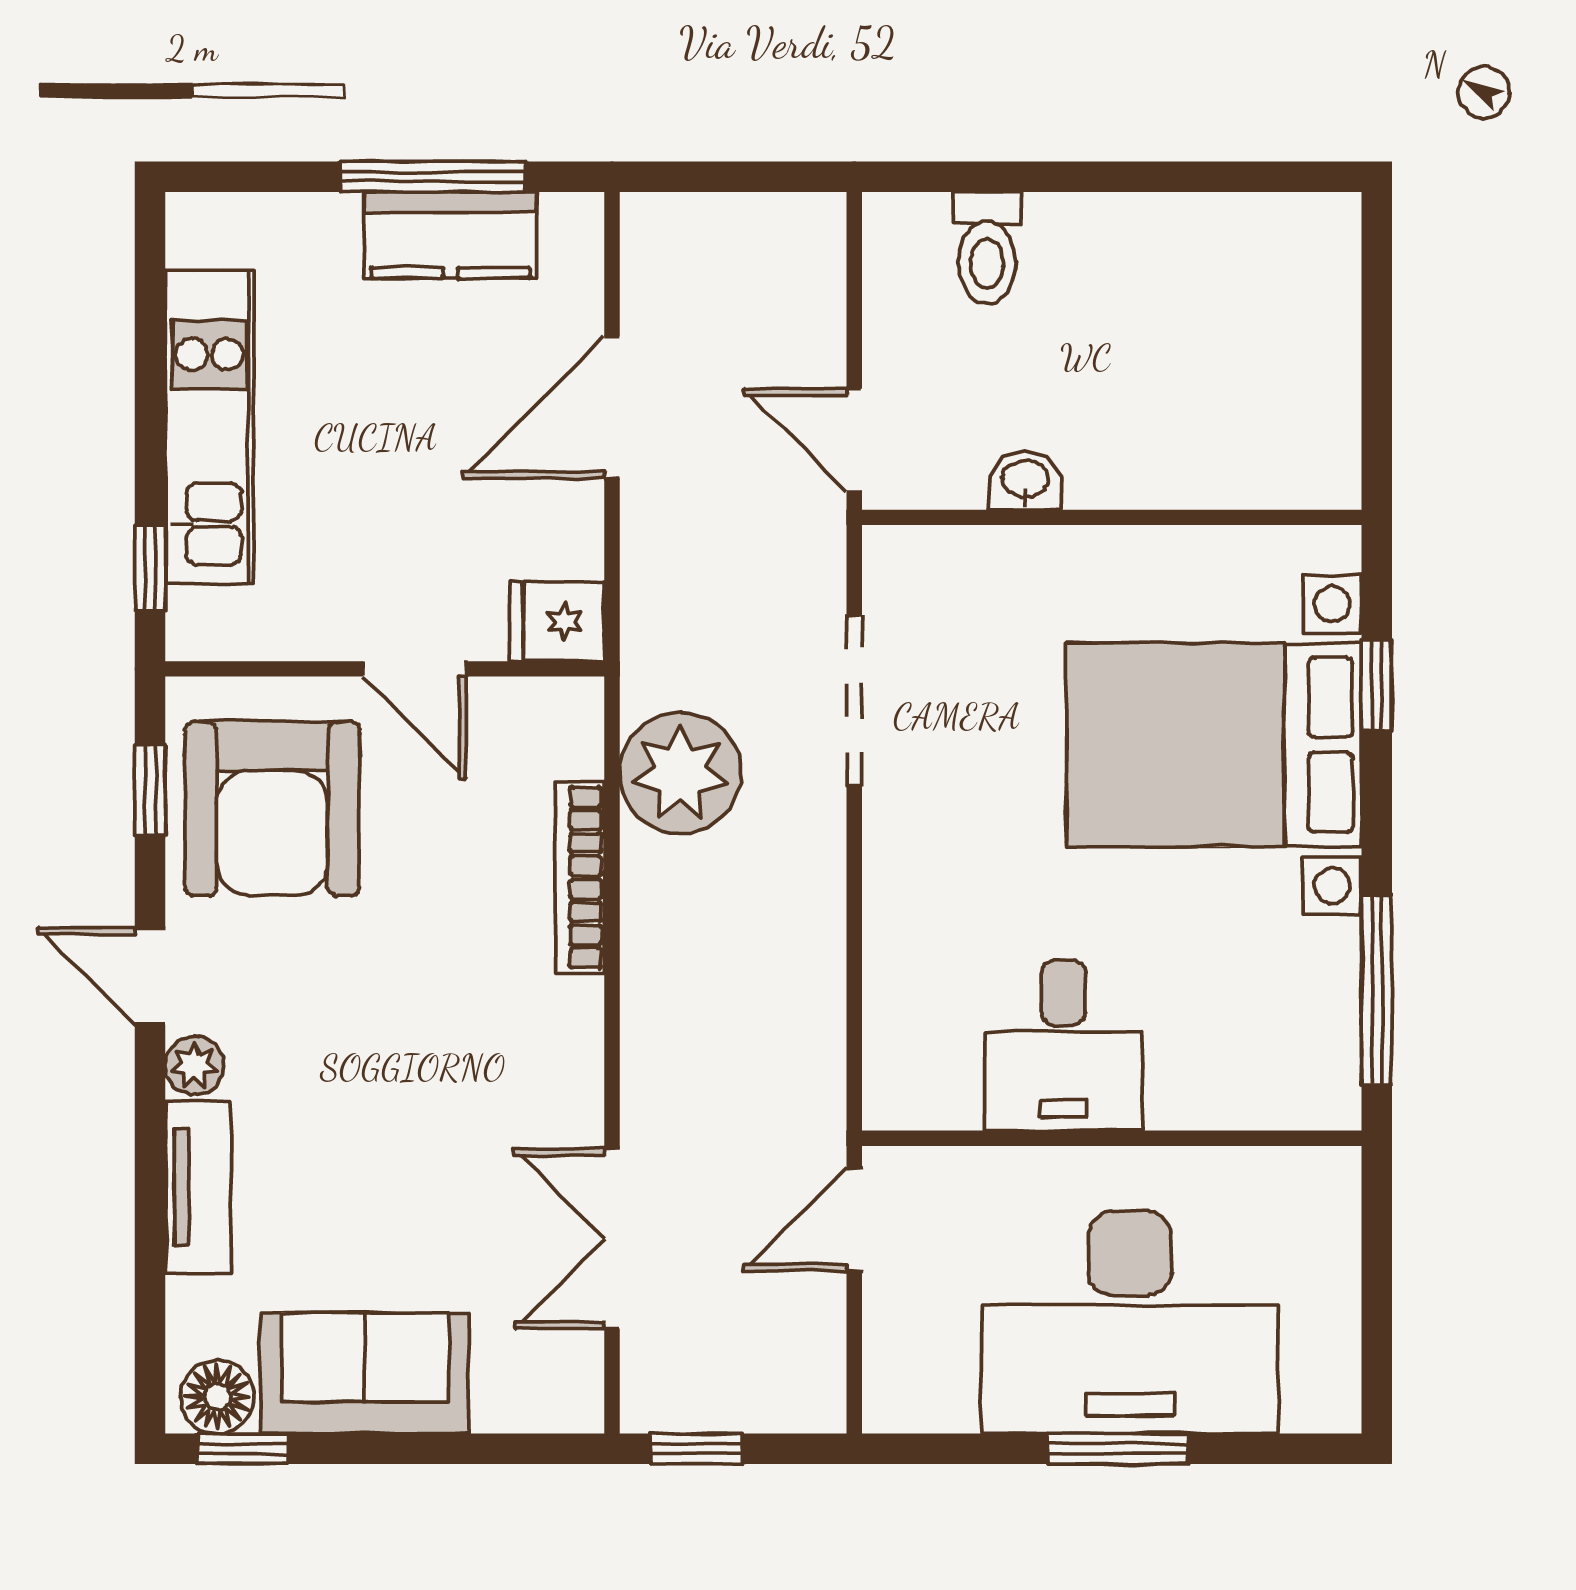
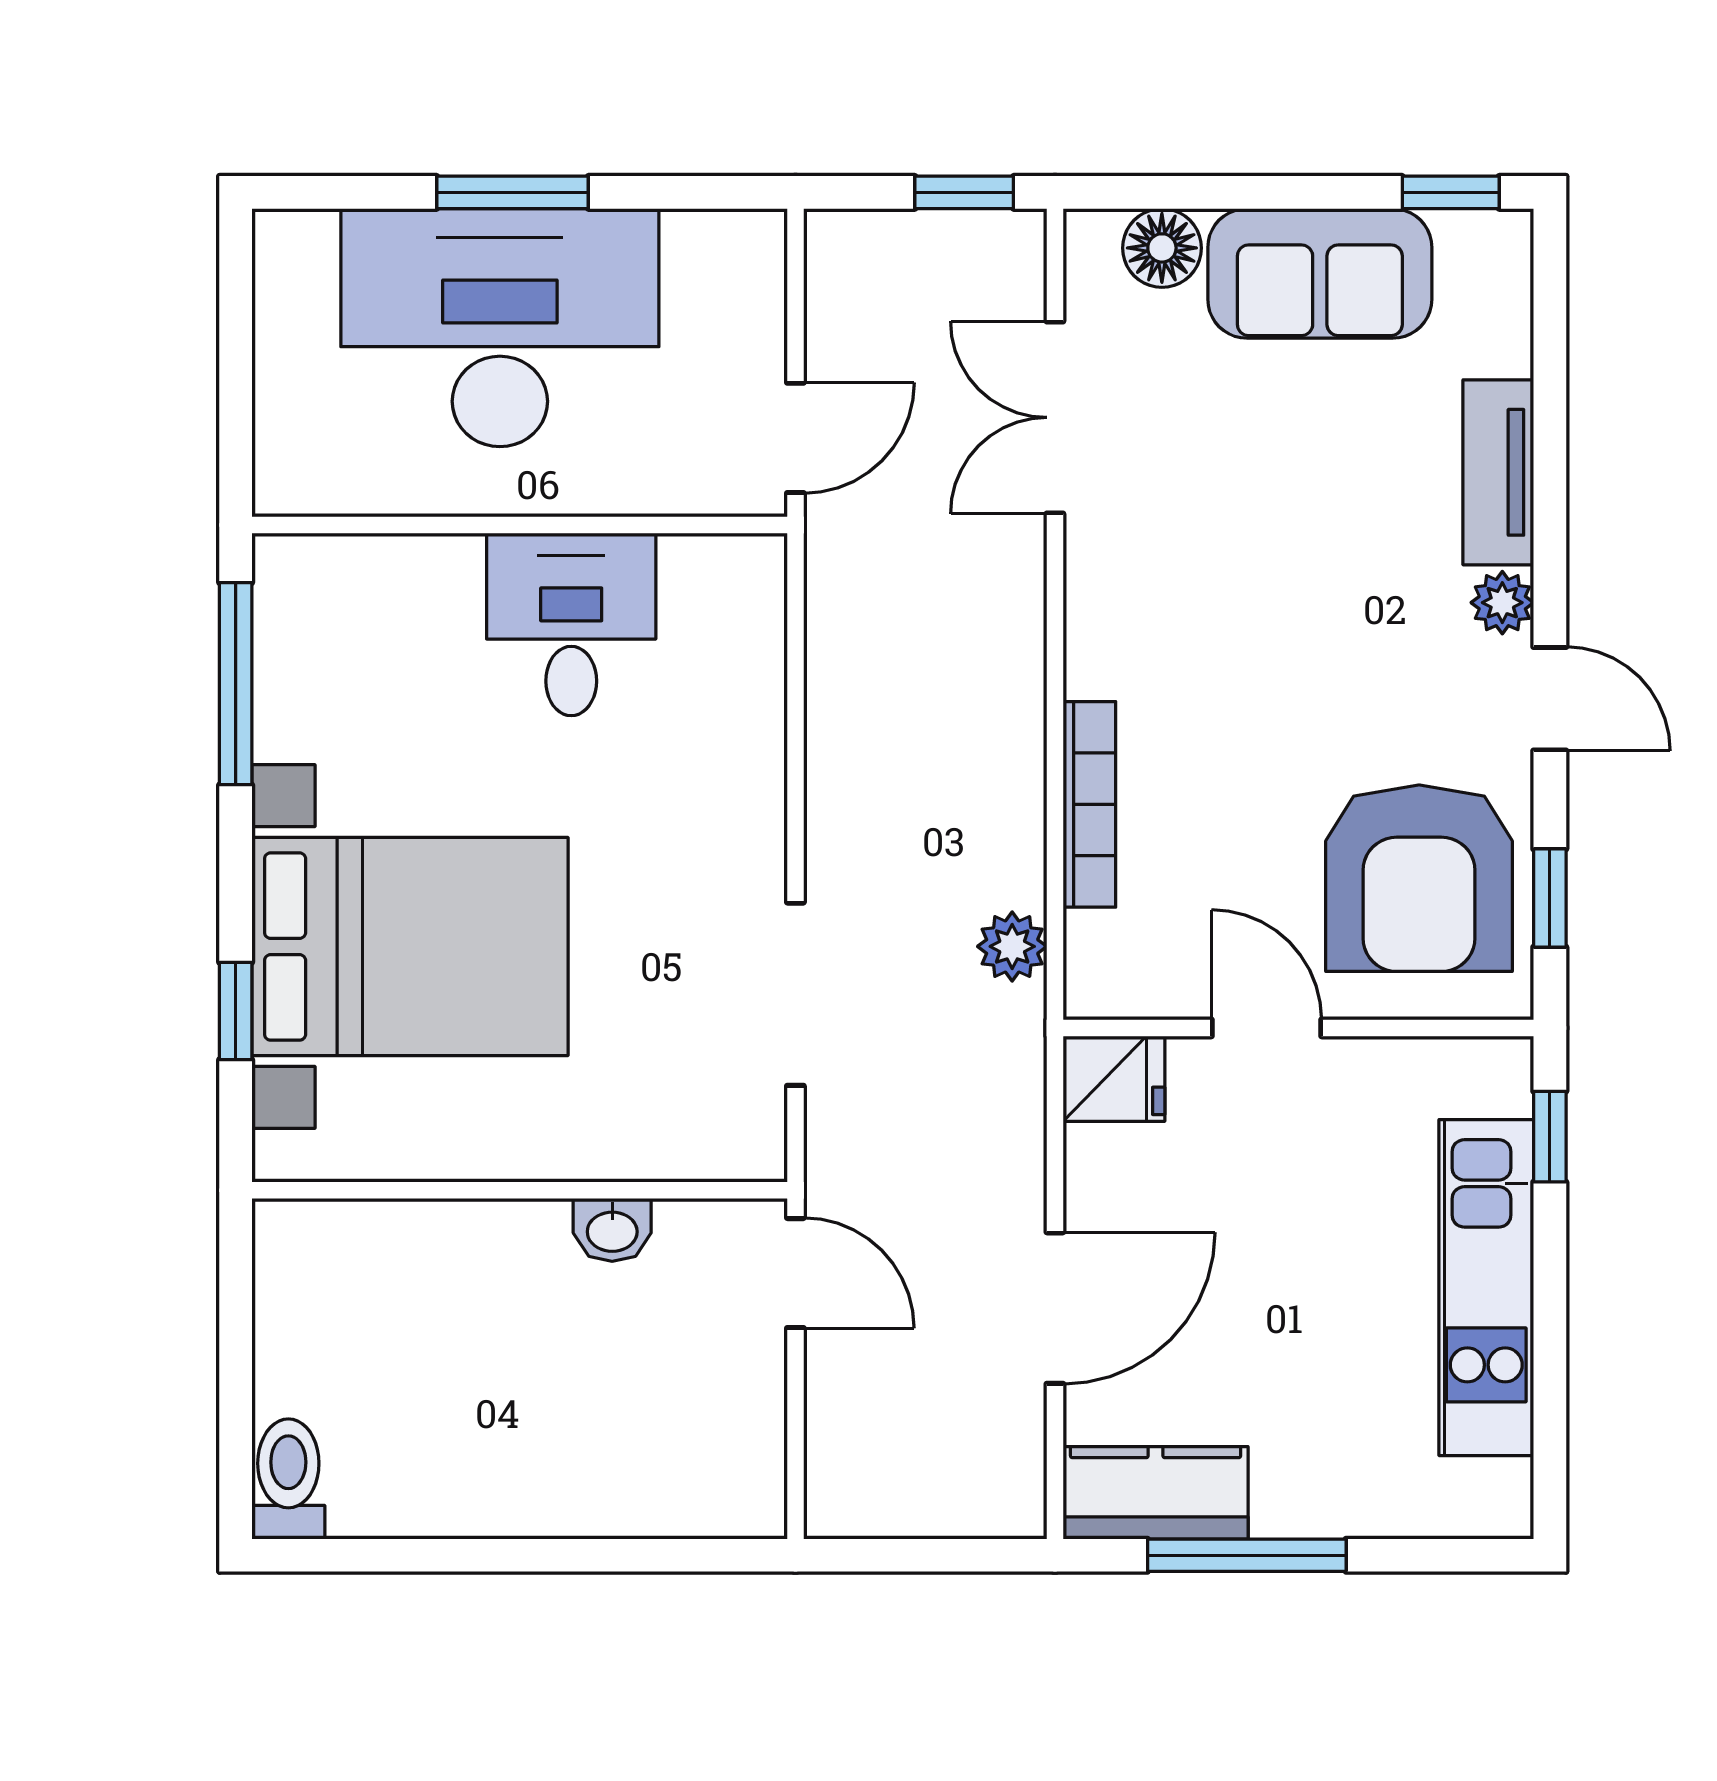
kitchen counter: (451, 235) -> (1156, 1493), moved
toilet: (987, 248) -> (288, 1479), moved
plant: (680, 773) -> (1012, 946), width x0.53, depth x0.53
armchair: (272, 809) -> (1419, 878), turned 180
double door: (612, 1239) -> (1055, 417), swing flipped
floor lamp: (217, 1397) -> (1162, 248), moved

